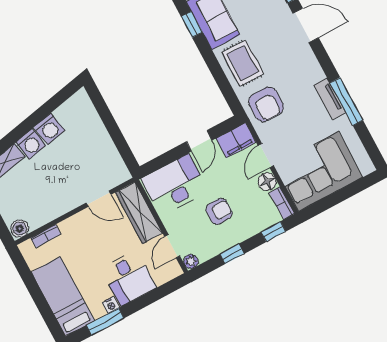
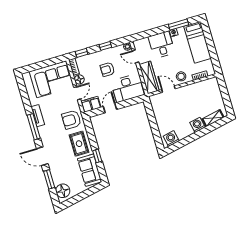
window: (192, 24) -> (97, 156), moved
window: (346, 102) -> (34, 127), moved
armchair: (266, 104) -> (71, 120), turned -90
washing machine: (49, 129) -> (171, 139), moved
stool: (80, 227) -> (181, 76), added
boiler: (20, 229) -> (213, 82), removed
door: (172, 246) -> (135, 56), swing flipped

